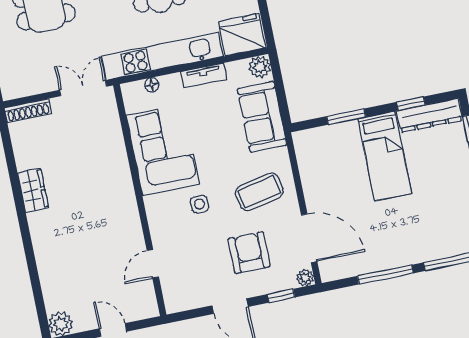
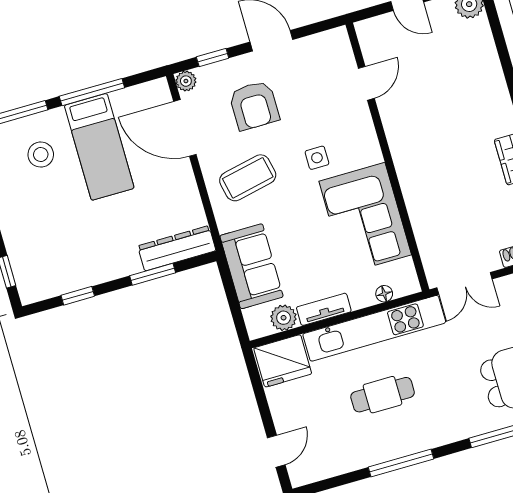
plant: (260, 67) -> (284, 318), moved
dresser: (430, 115) -> (177, 248), moved
bed: (385, 156) -> (99, 147), moved, turned 180
stool: (433, 225) -> (41, 155), added

